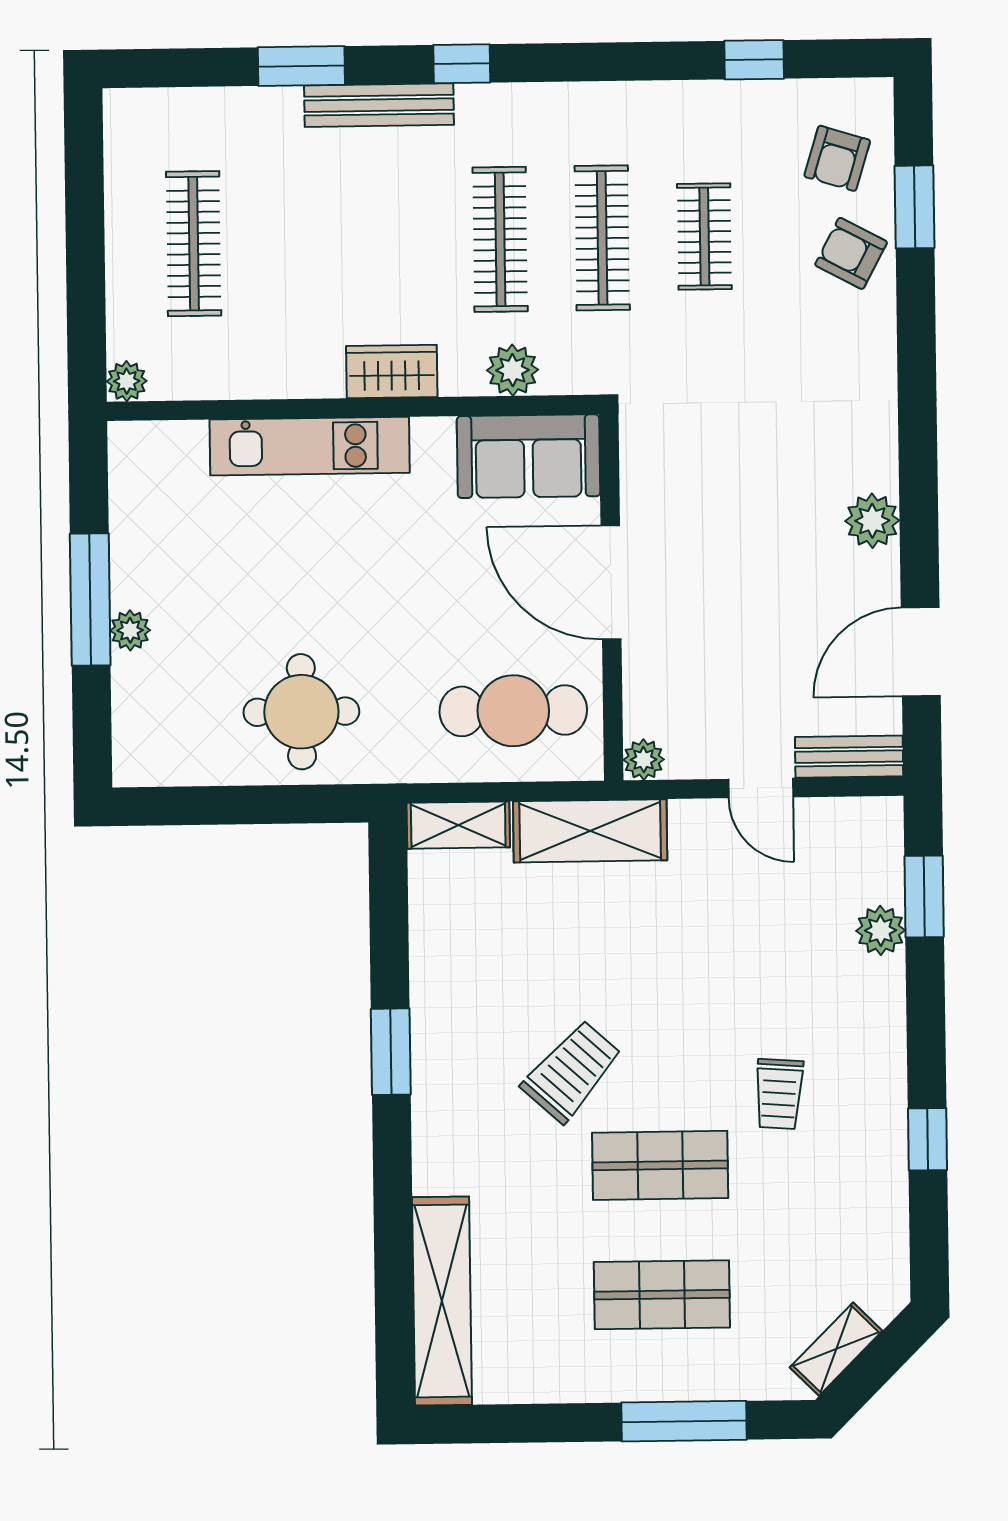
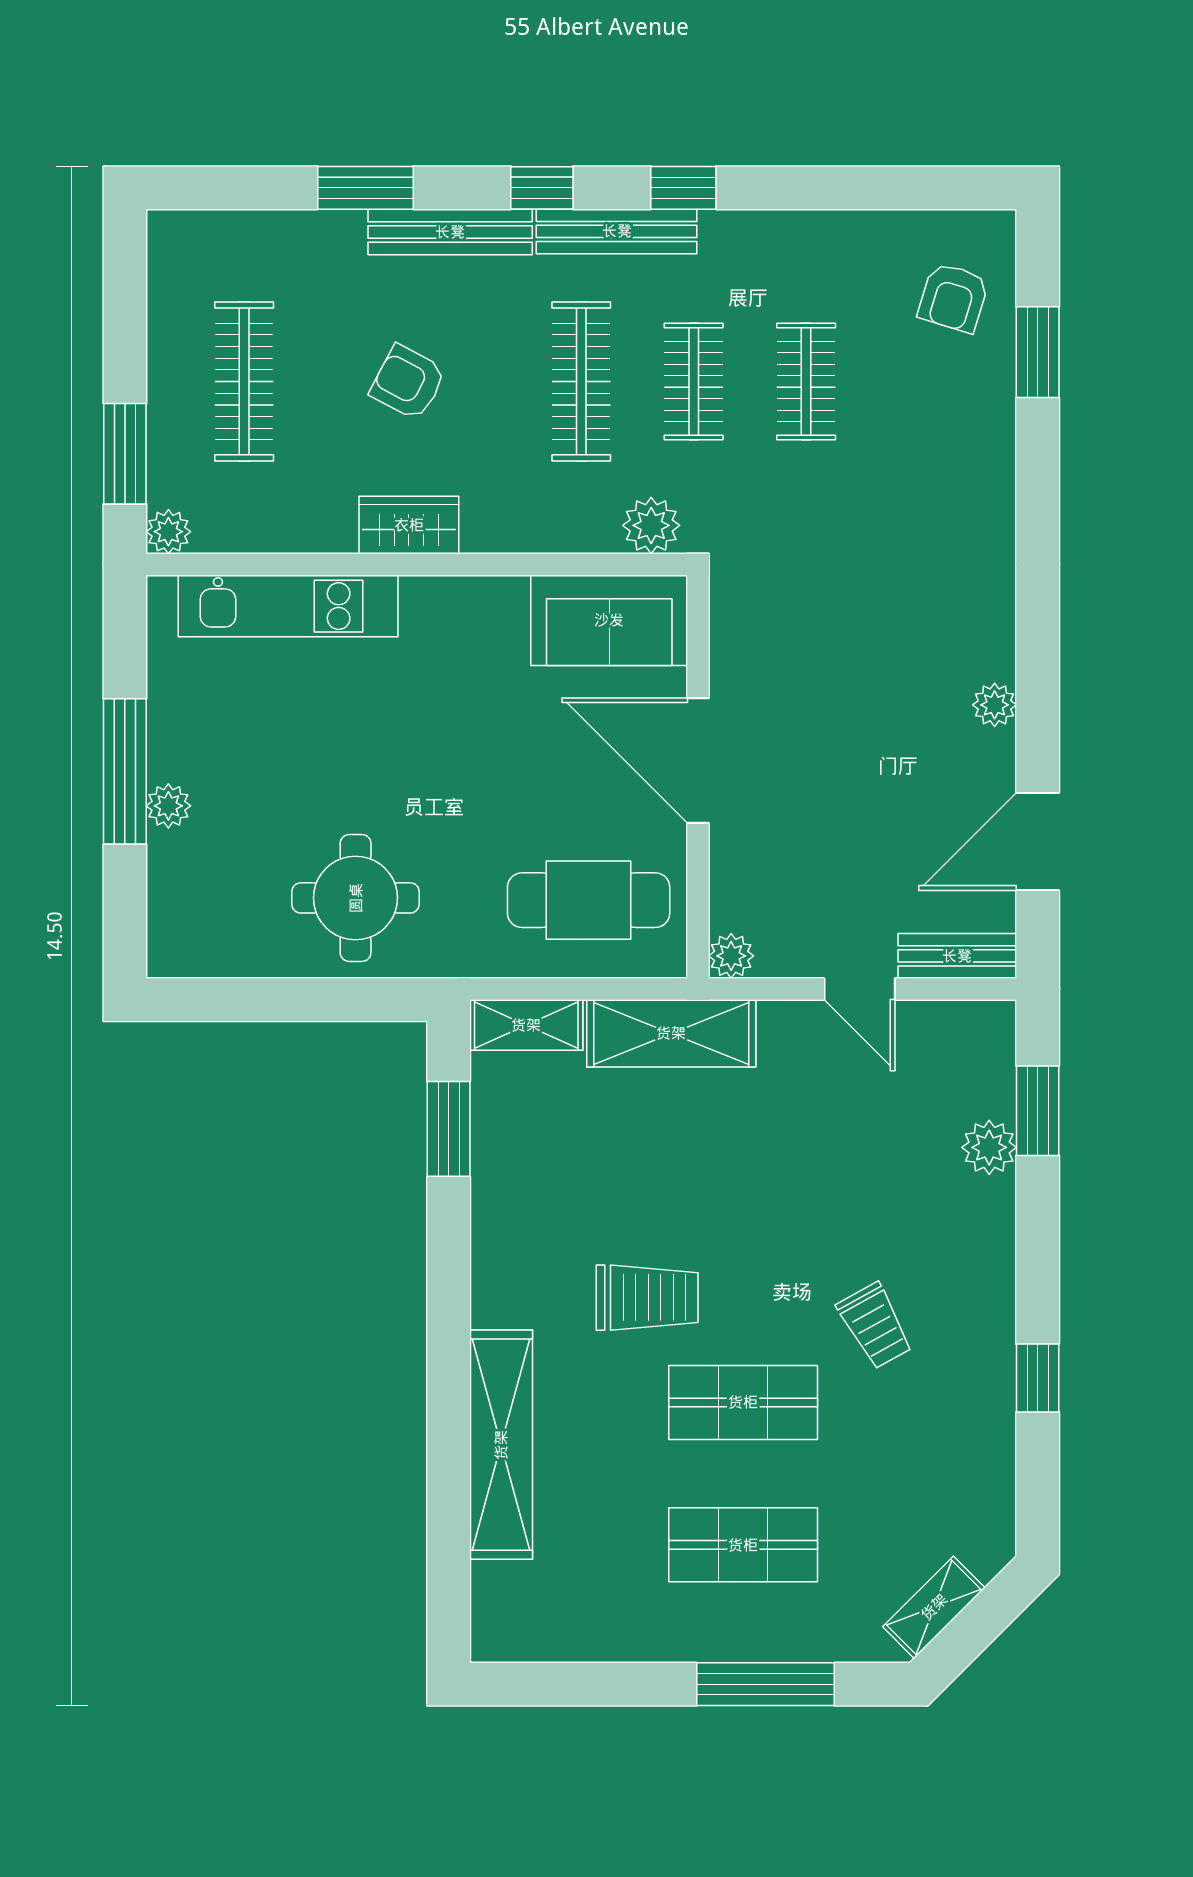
window: (754, 60) -> (683, 188), moved
bench: (530, 103) -> (617, 231), added
clothes rail: (602, 238) -> (694, 381), width x0.73
armchair: (851, 253) -> (408, 382), moved
window: (86, 311) -> (125, 454), added
plant: (513, 370) -> (651, 525), moved
wardrobe: (392, 371) -> (409, 525), moved
kitchen unit: (310, 446) -> (288, 606), moved
plant: (872, 521) -> (995, 705), width x0.73, depth x0.73
window: (391, 1052) -> (449, 1129), moved
trolley: (572, 1071) -> (647, 1298), turned 48
trolley: (779, 1094) -> (875, 1326), turned -33
shelving: (442, 1301) -> (501, 1445), moved

